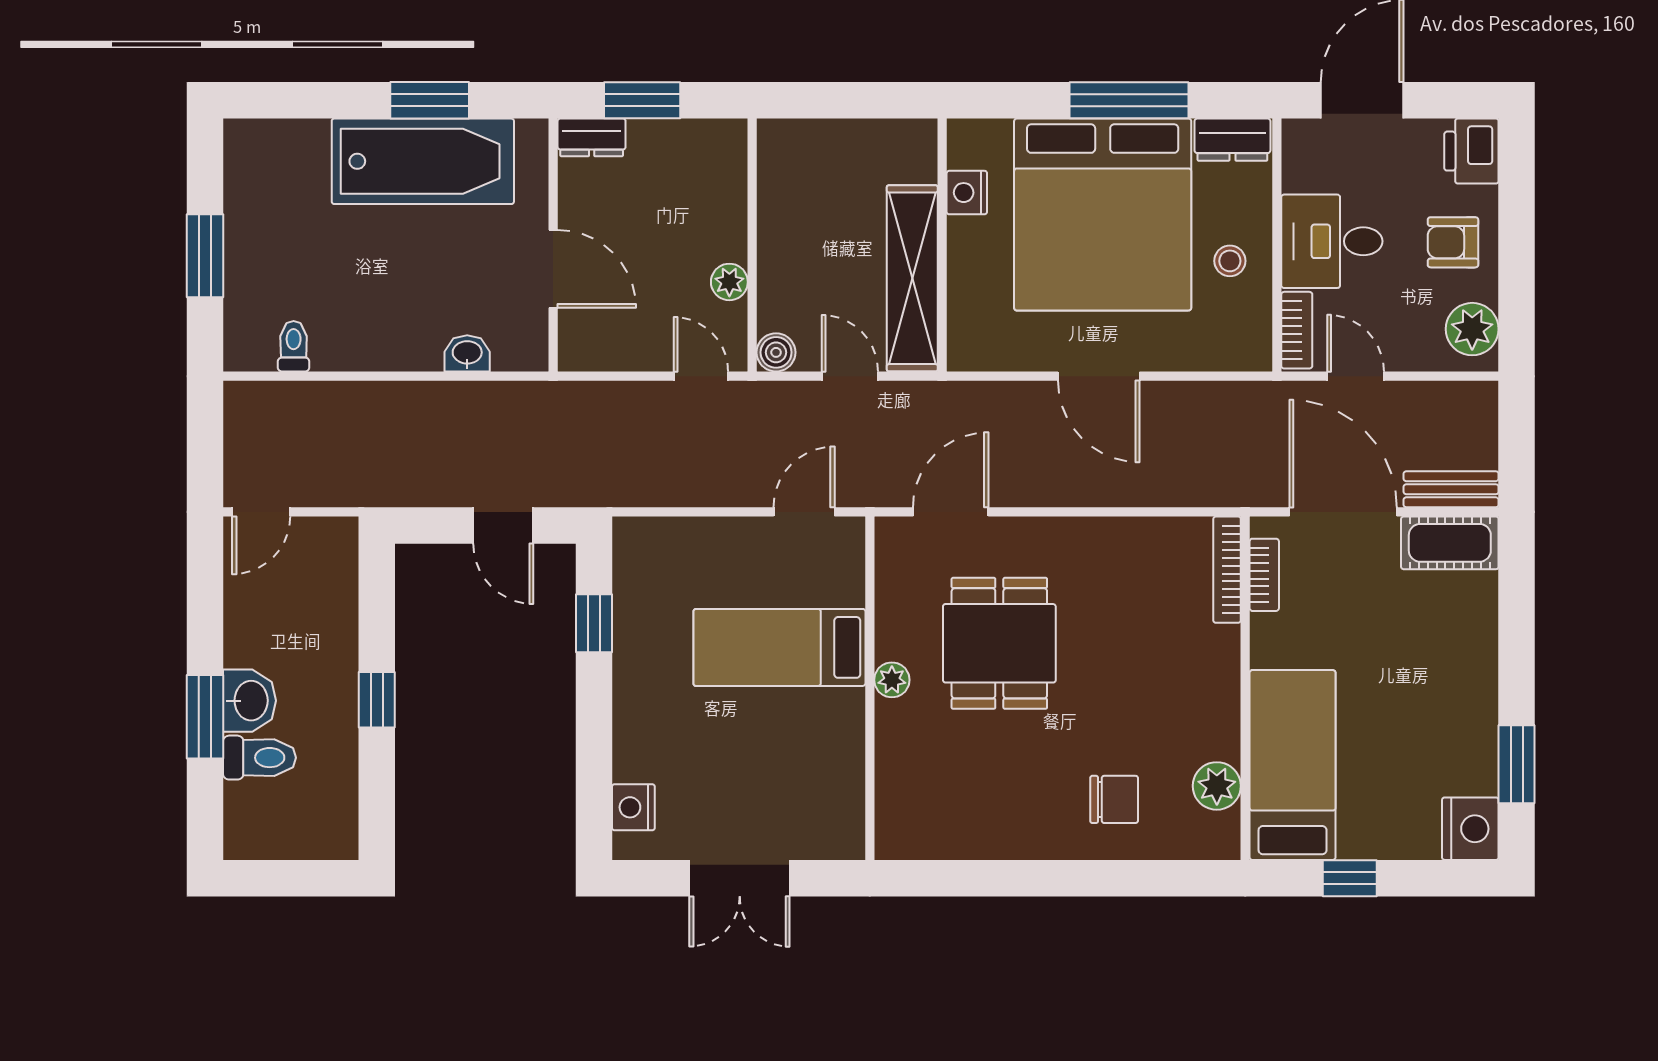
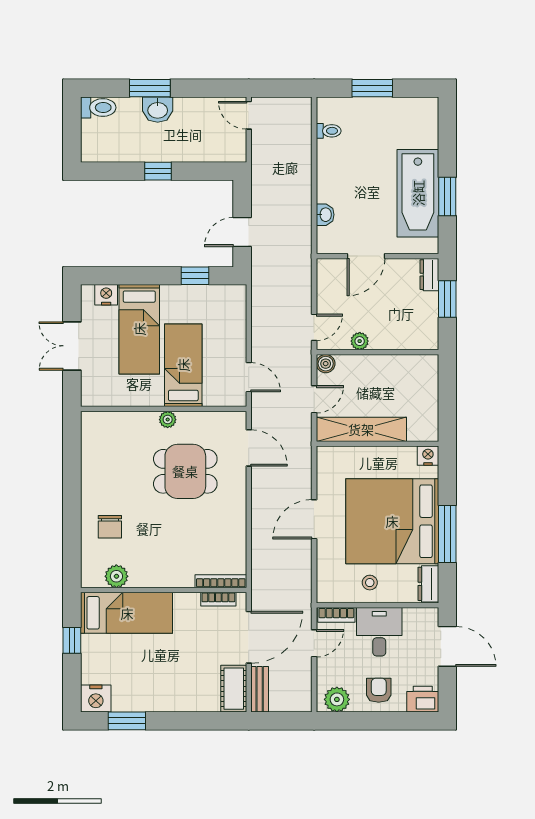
nightstand: (967, 193) -> (428, 456), moved
bed: (705, 739) -> (139, 329), added
toilet: (259, 758) -> (98, 108), moved, turned -90

